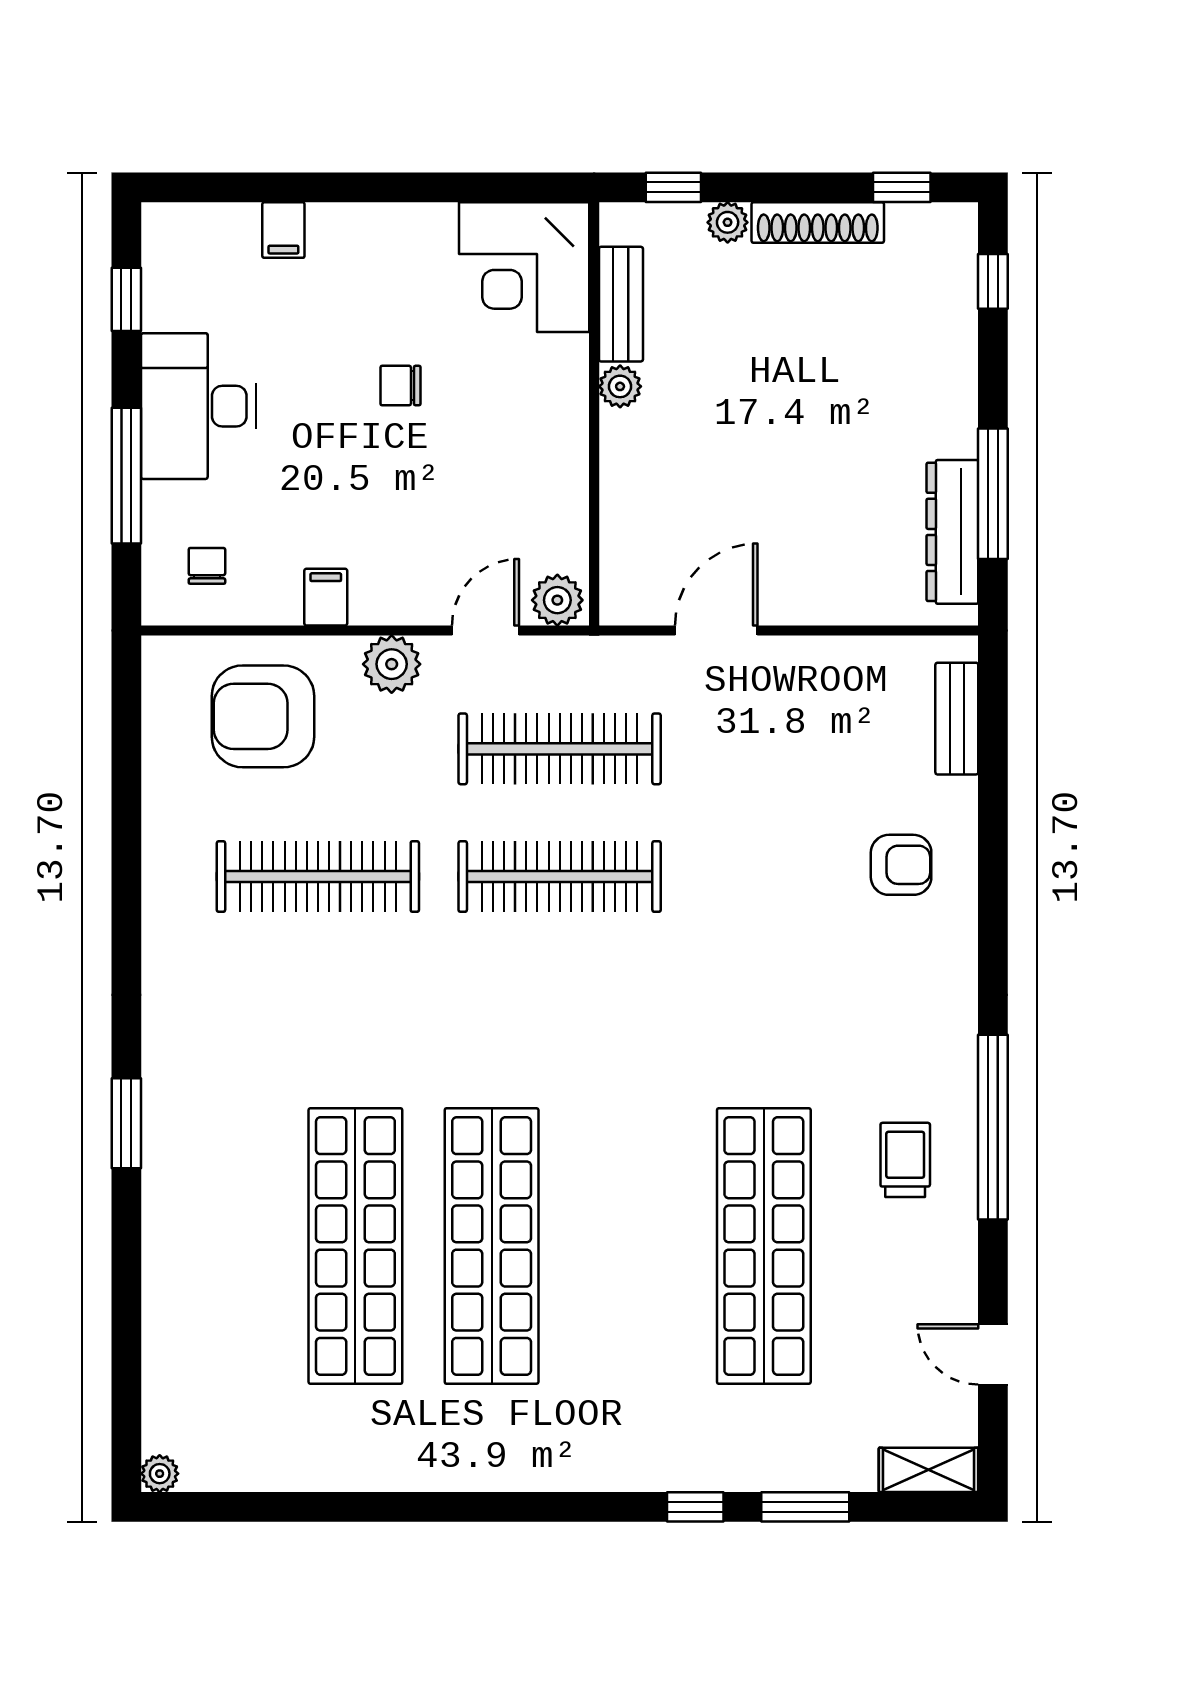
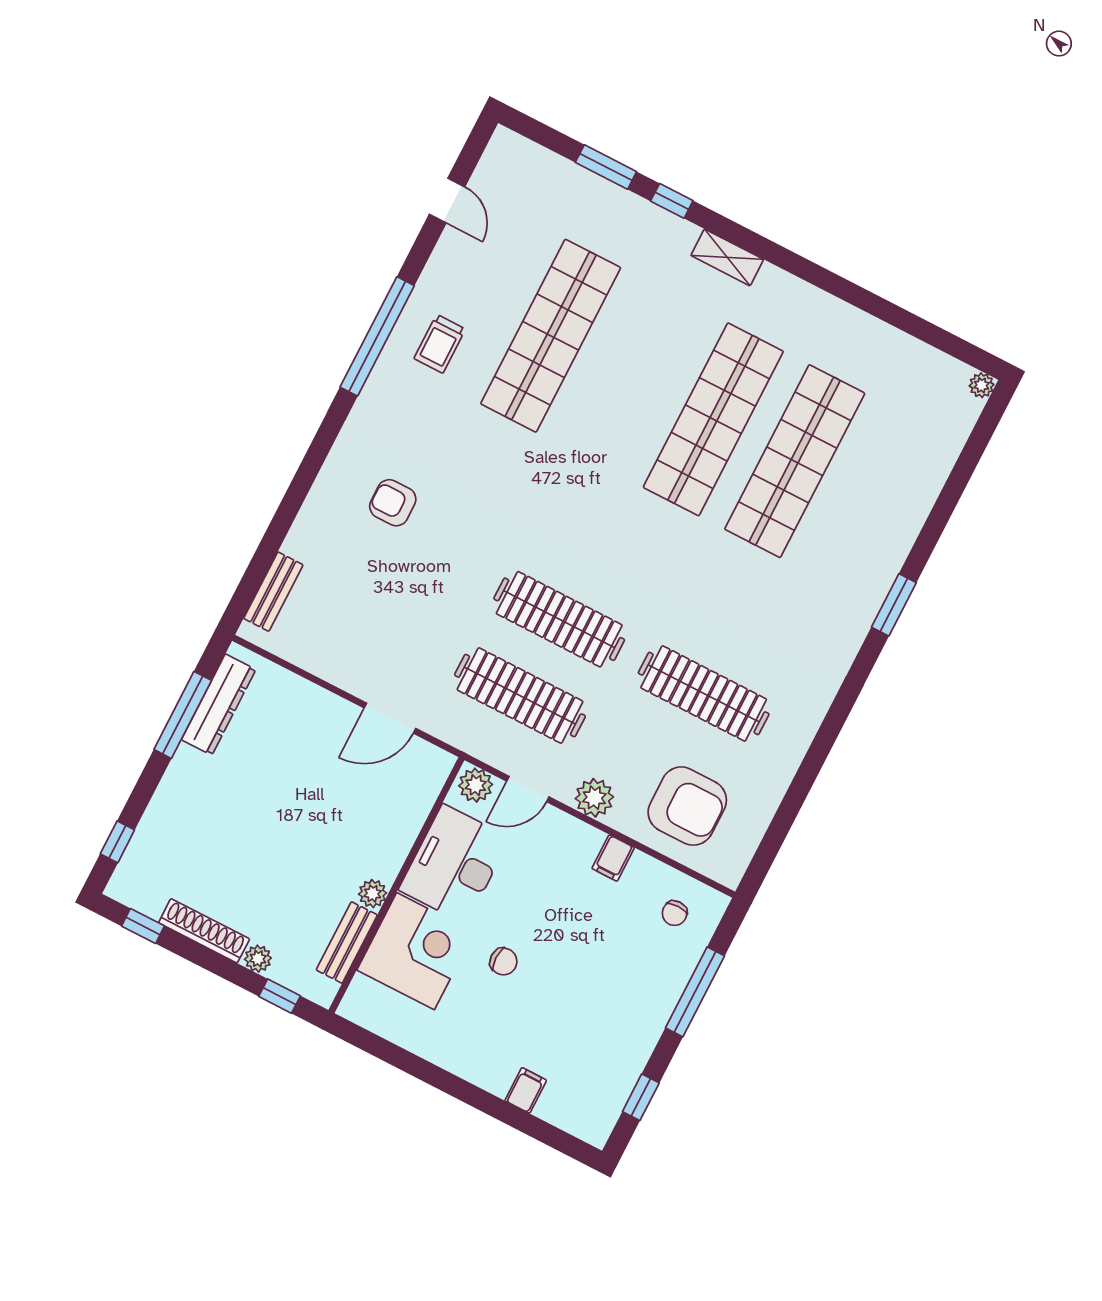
corner desk: (524, 267) -> (415, 951), moved
desk: (198, 406) -> (454, 864), moved, turned 180
armchair: (901, 865) -> (393, 503), moved
shelving: (929, 1470) -> (727, 257), moved

